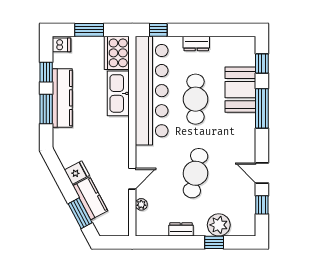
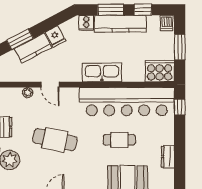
dresser: (196, 43) -> (168, 157), moved
kitchen sink: (118, 93) -> (102, 72), moved
cafe table: (196, 99) -> (119, 140), width x0.73, depth x0.74
cooker: (61, 137) -> (86, 23), added

